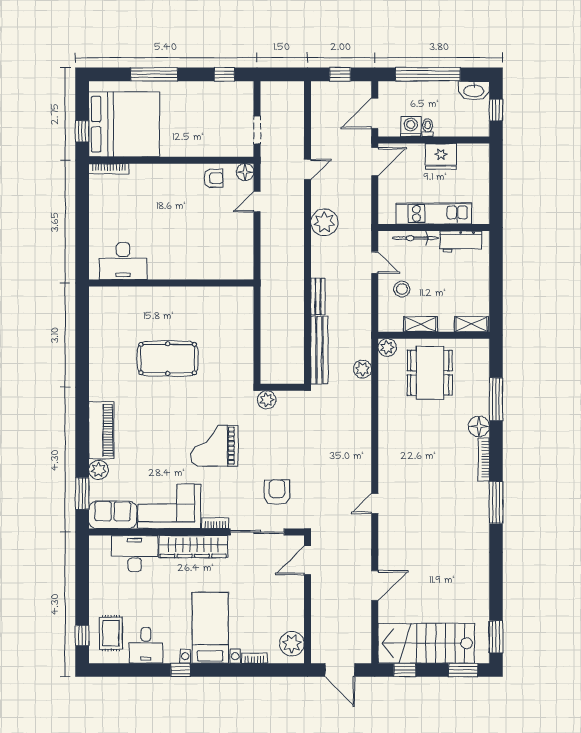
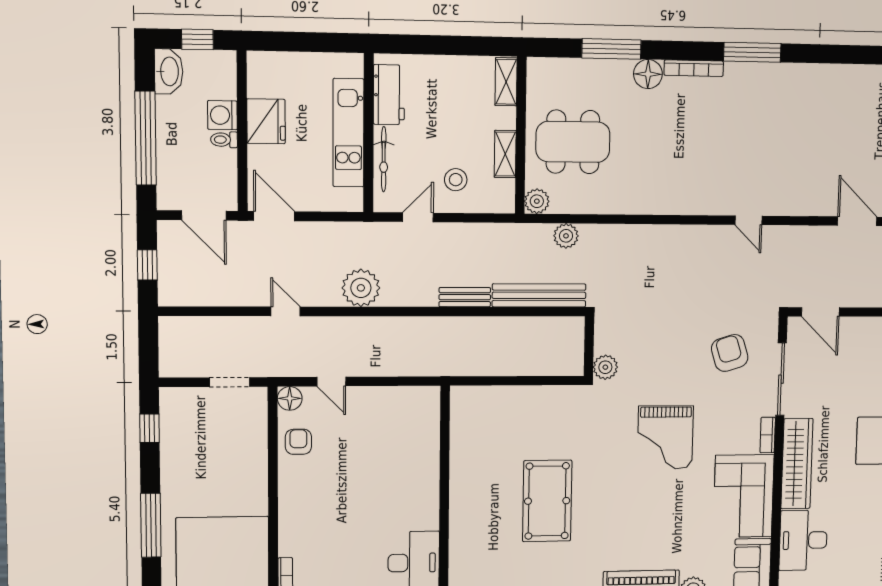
washing machine: (411, 127) -> (222, 115), moved
armchair: (277, 492) -> (730, 353), turned 73

